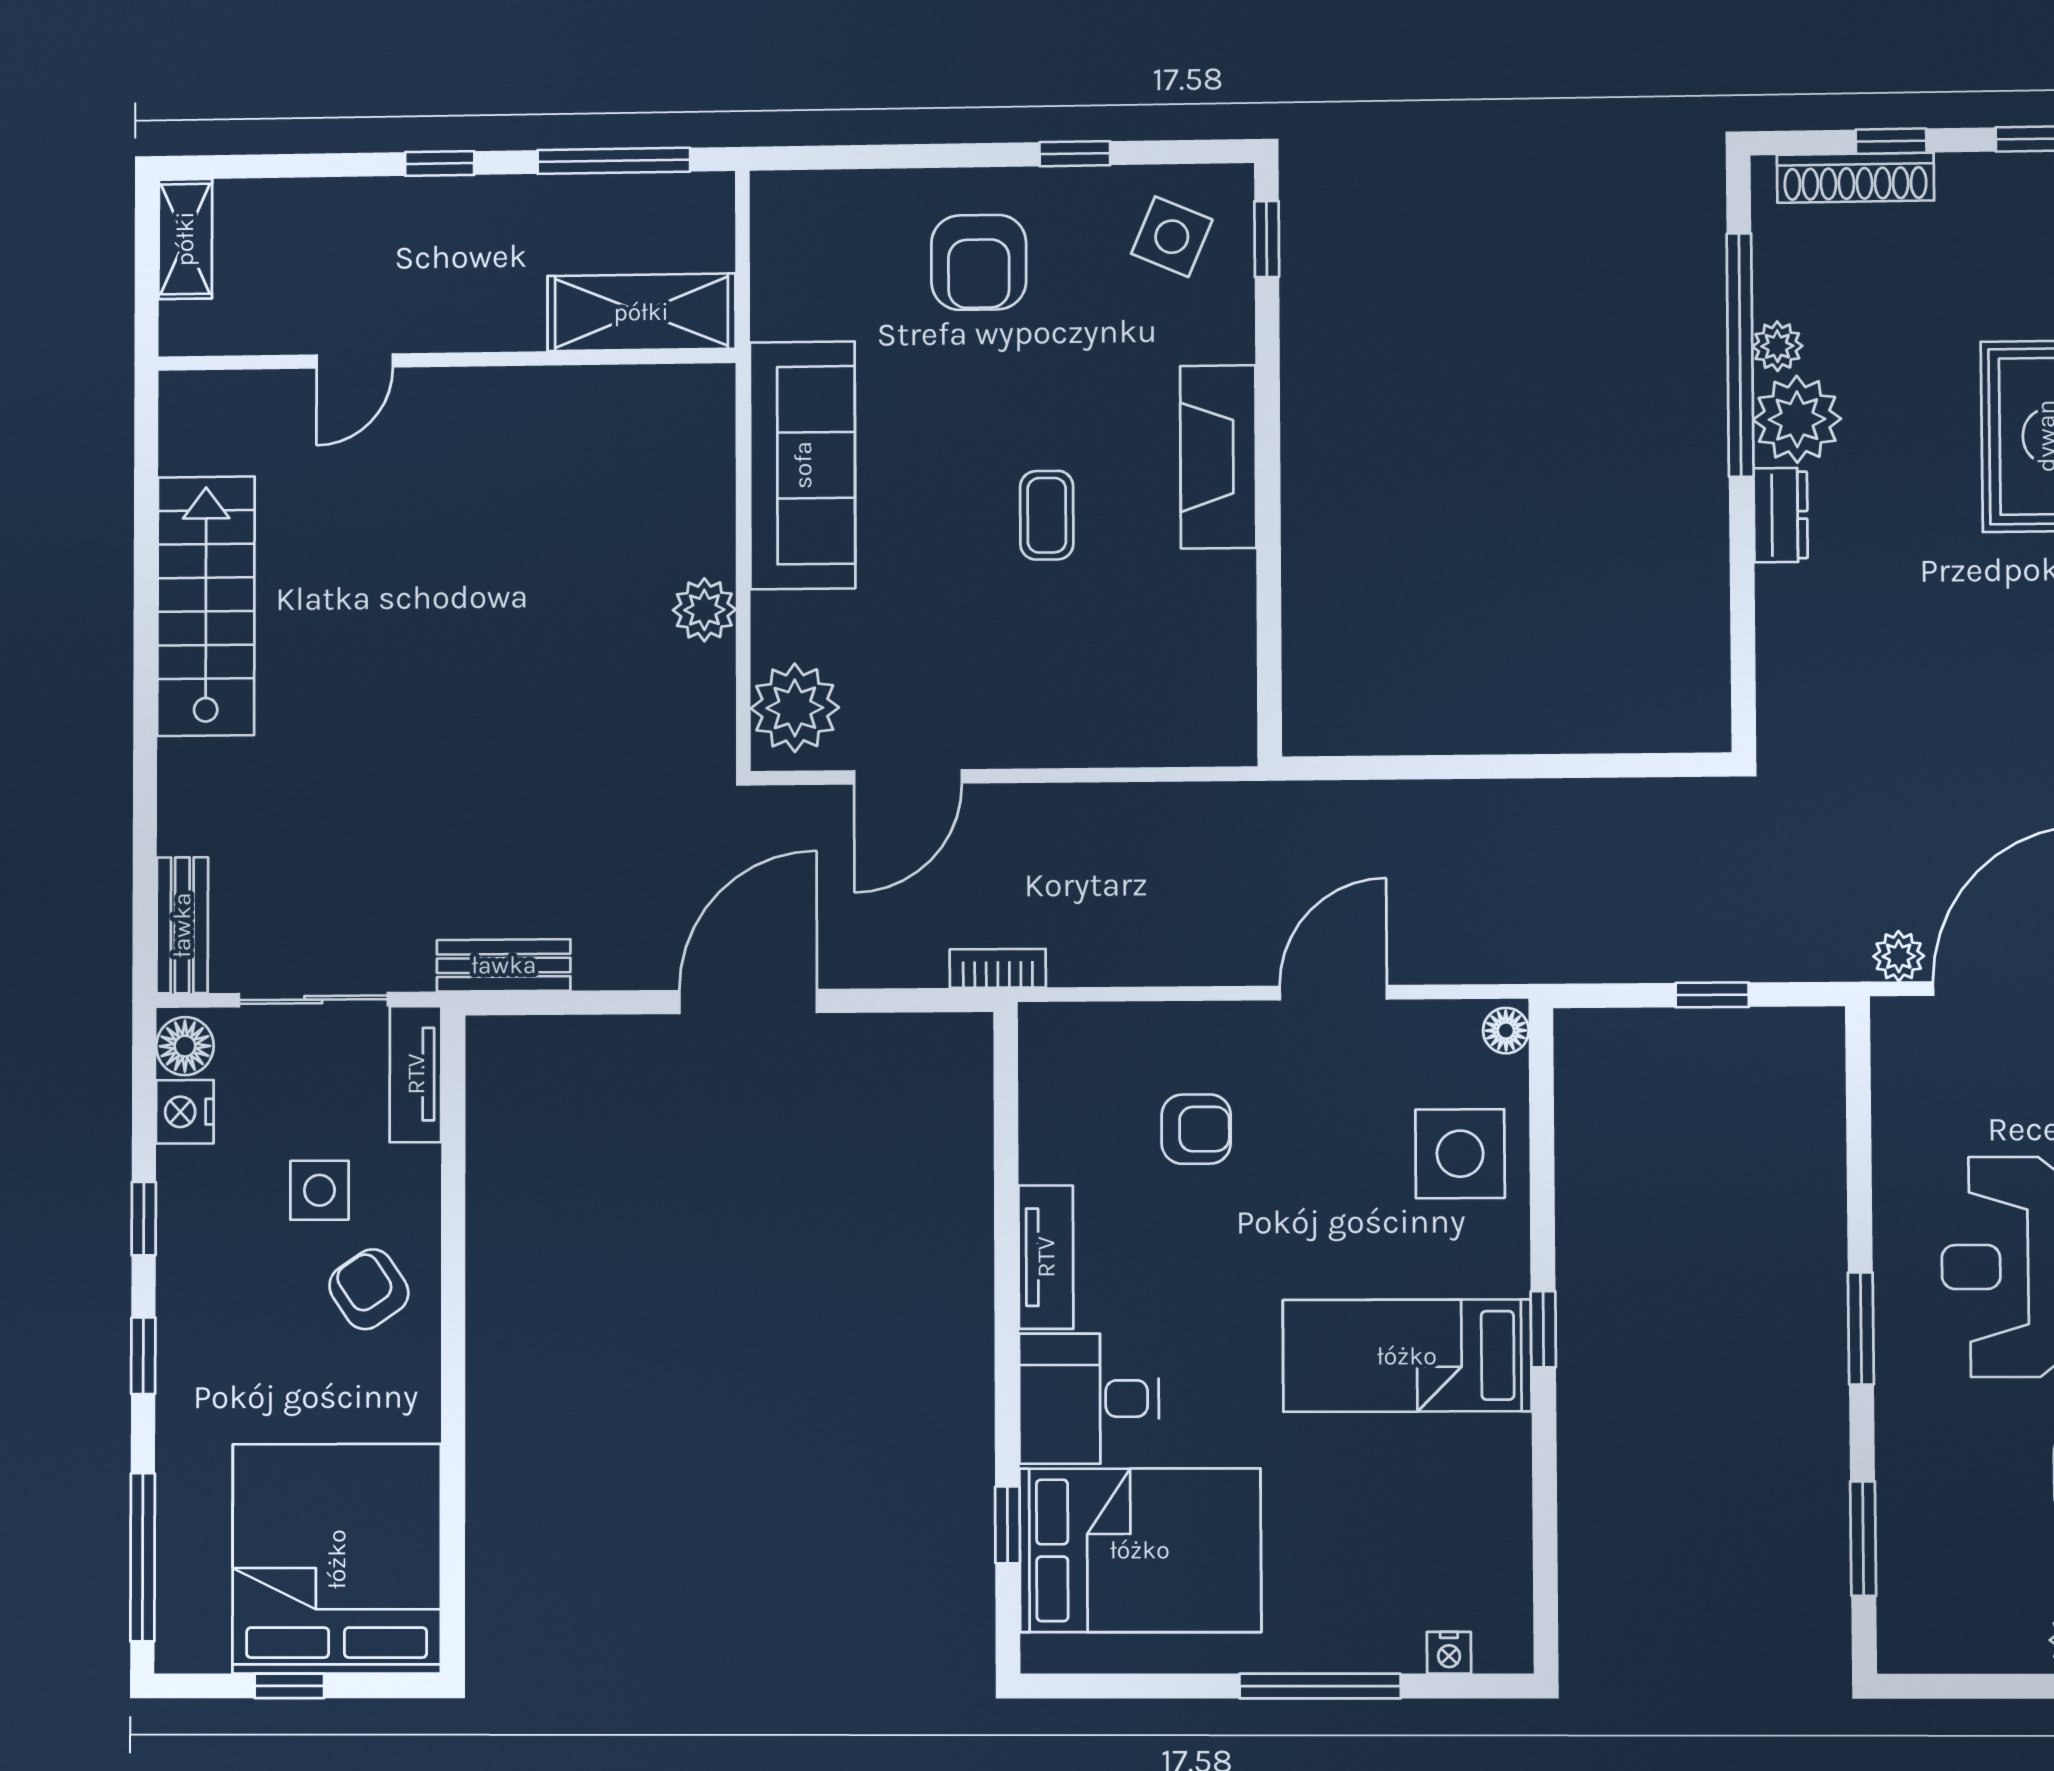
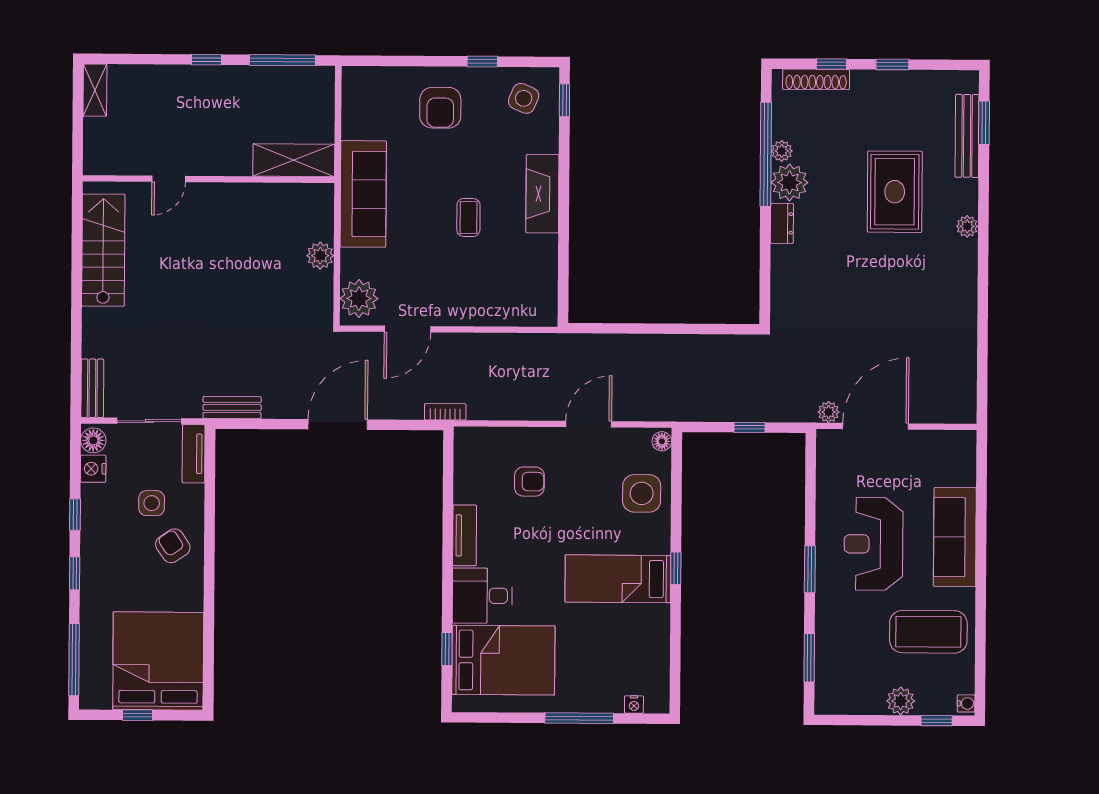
shelving: (641, 312) -> (294, 160), moved
wall: (446, 360) -> (209, 179), moved
door: (355, 361) -> (169, 179), moved

